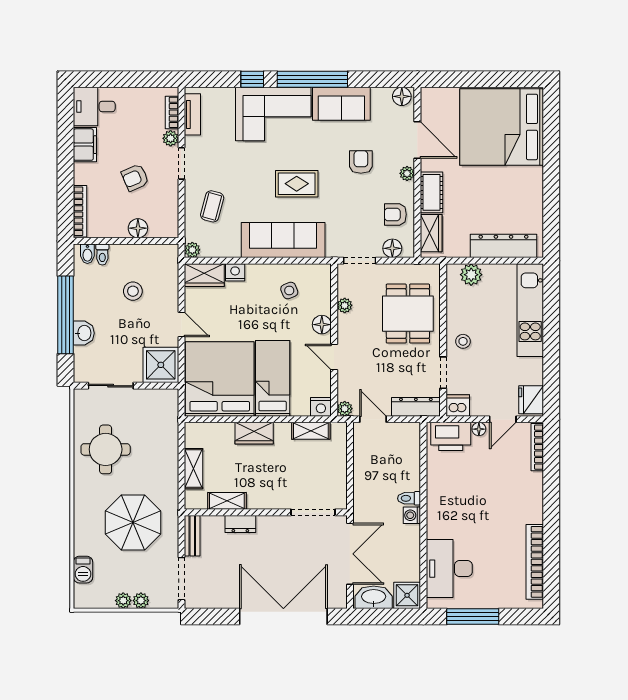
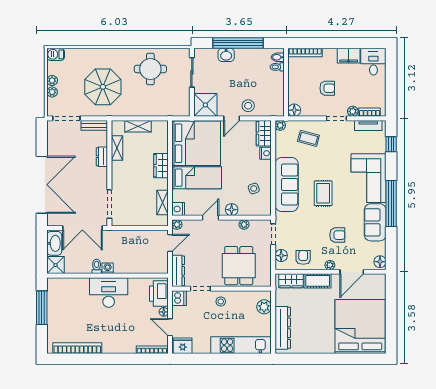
window: (252, 79) -> (391, 144), moved
armchair: (135, 178) -> (327, 88), turned 113
floor lamp: (138, 228) -> (294, 110), moved
stool: (133, 291) -> (248, 106), moved
dining table: (408, 314) -> (239, 266), turned 90
toilet: (409, 498) -> (97, 266), moved
desk: (449, 569) -> (109, 293), moved
barbecue: (83, 570) -> (56, 54), moved

